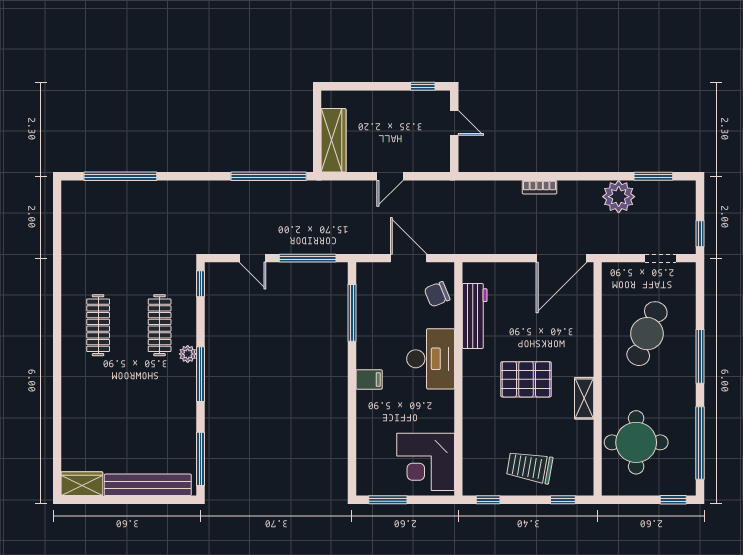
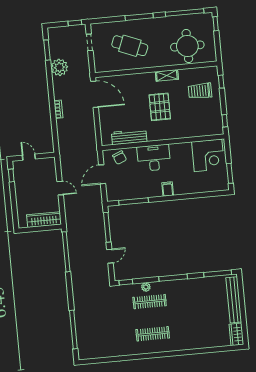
door: (454, 123) -> (29, 157), hinge flipped
plant: (188, 354) -> (146, 287), moved
trolley: (530, 467) -> (200, 91), moved, turned 80

